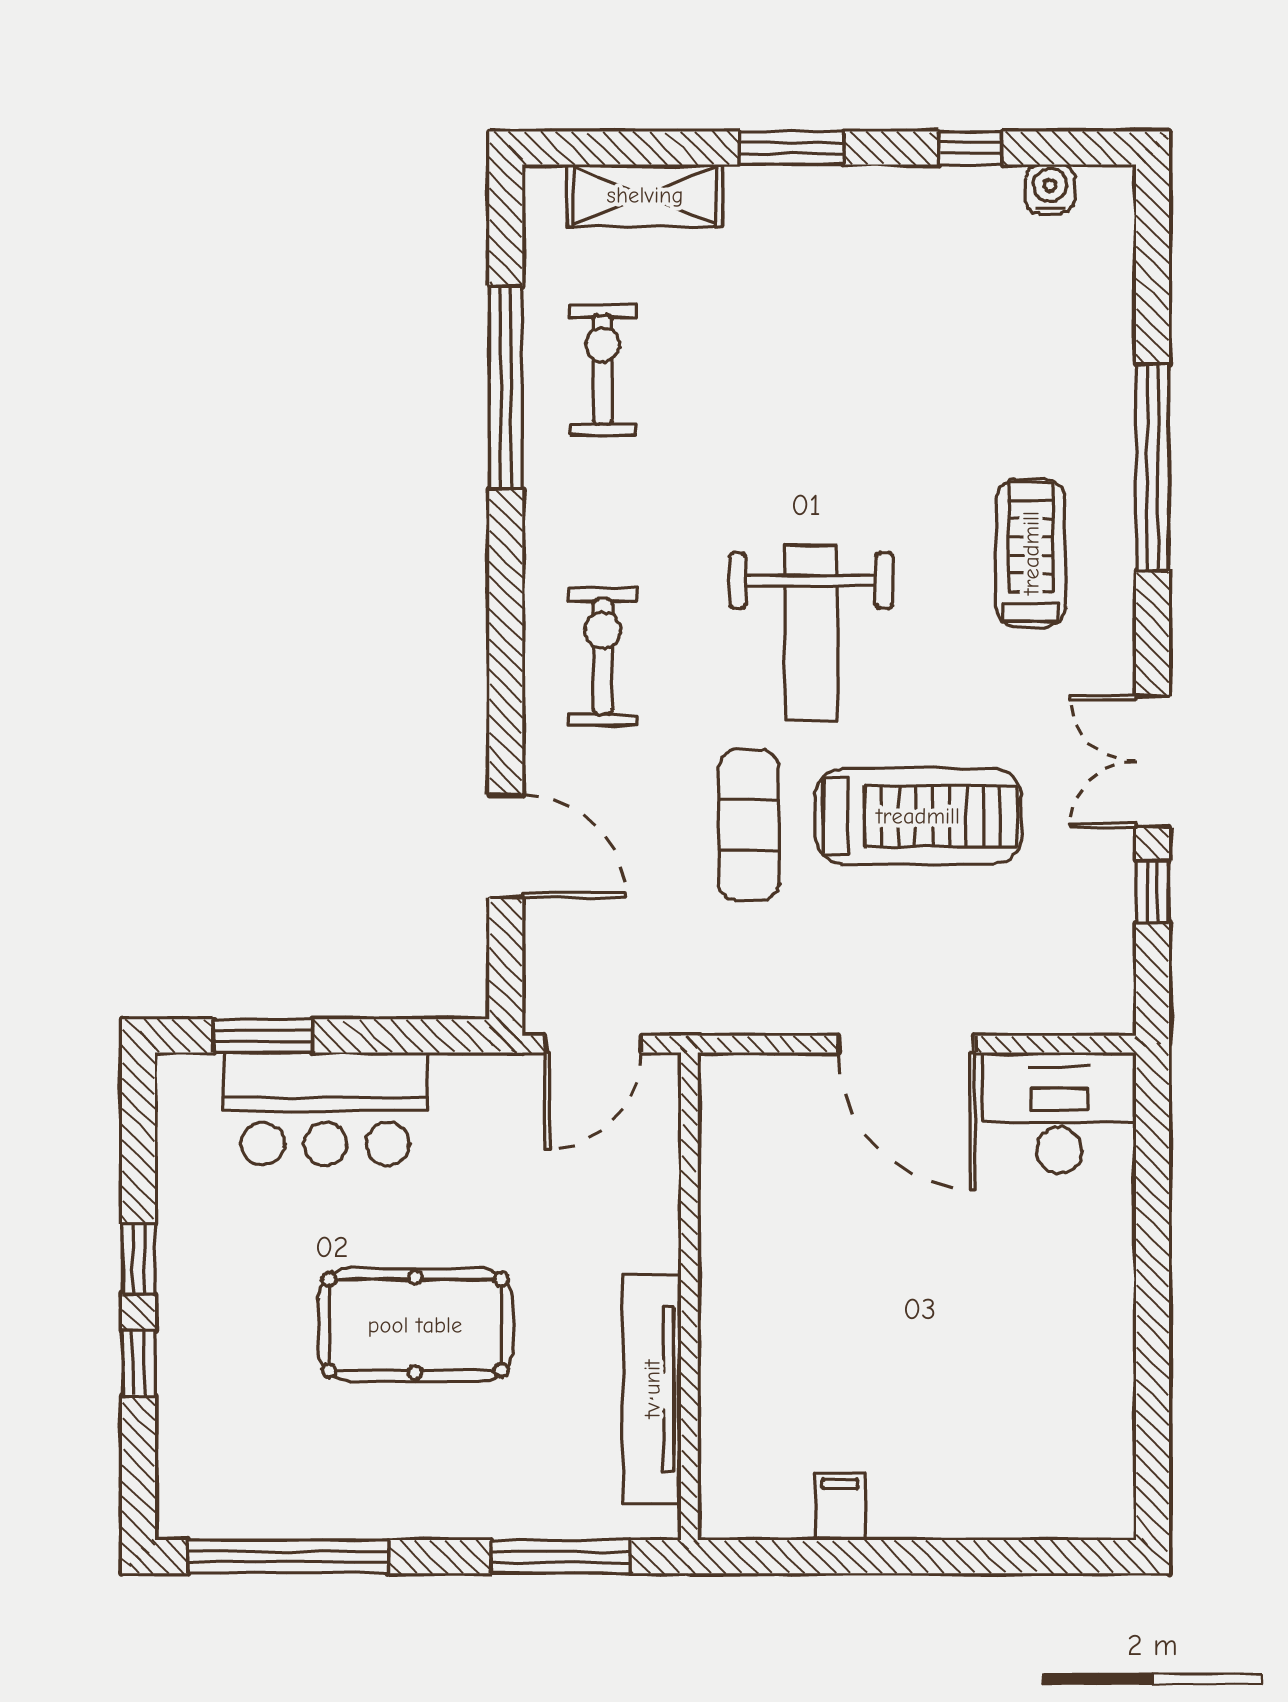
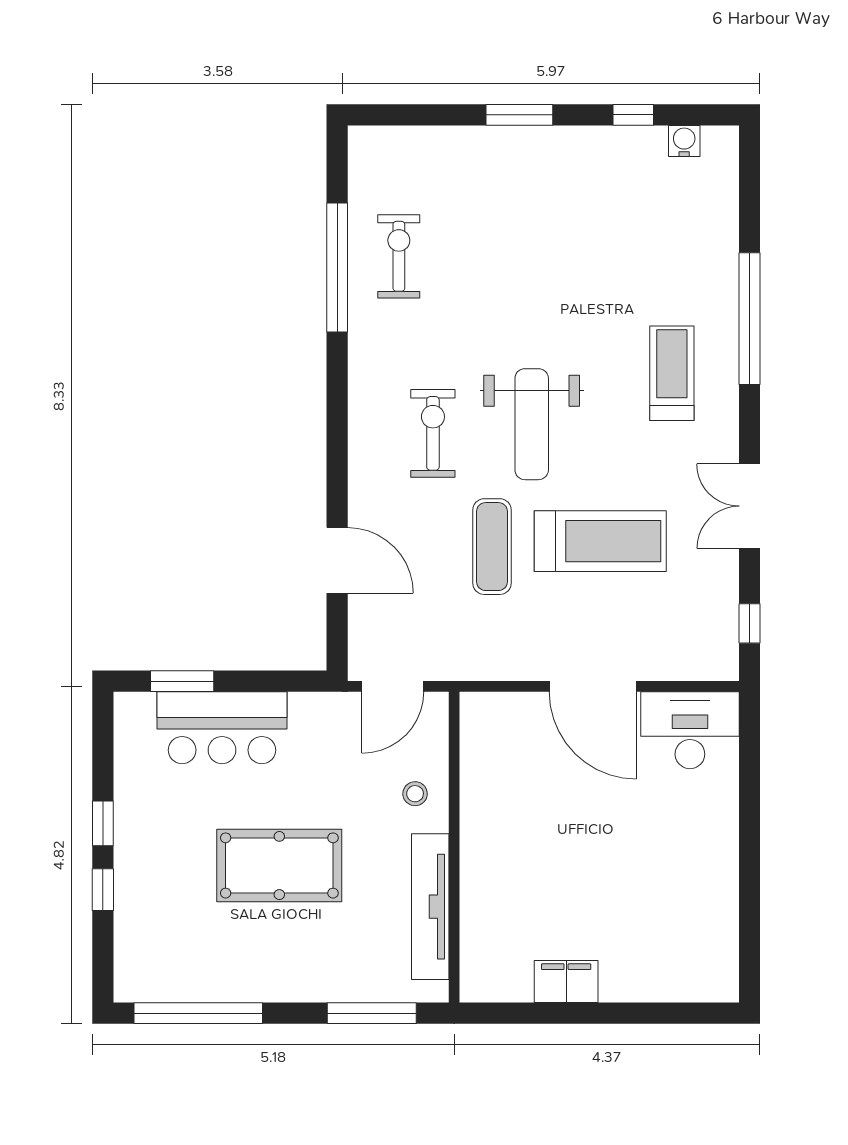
shelving: (645, 195) -> (426, 145), removed
exercise bike: (603, 657) -> (433, 433), moved
window: (1153, 891) -> (749, 623), moved
stool: (628, 1212) -> (415, 794), added
filing cabinet: (840, 1507) -> (566, 981), width x2.00

